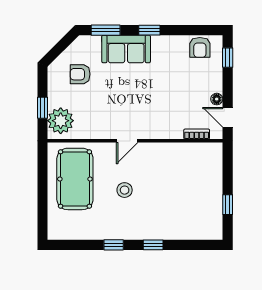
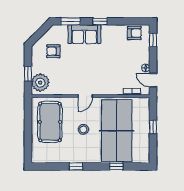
armchair: (200, 47) -> (134, 33), turned -90
table tennis table: (174, 192) -> (117, 131), added
window: (228, 205) -> (153, 127), moved
window: (153, 245) -> (116, 166), moved

